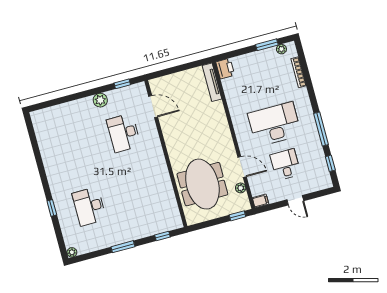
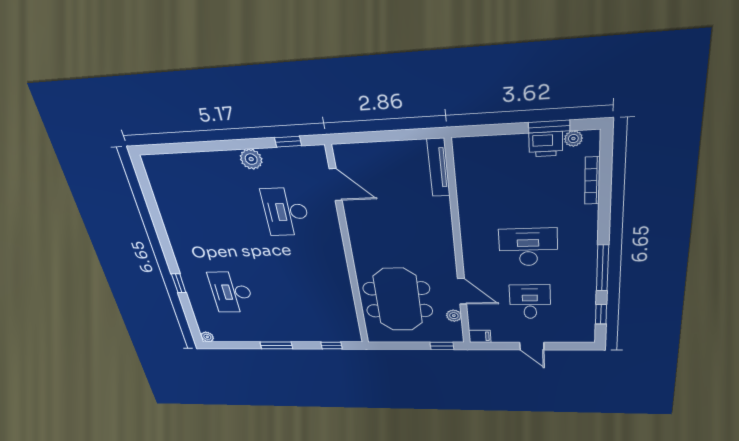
printer: (225, 69) -> (546, 144), moved, turned 90
desk: (275, 124) -> (528, 247), width x0.73, depth x0.77

